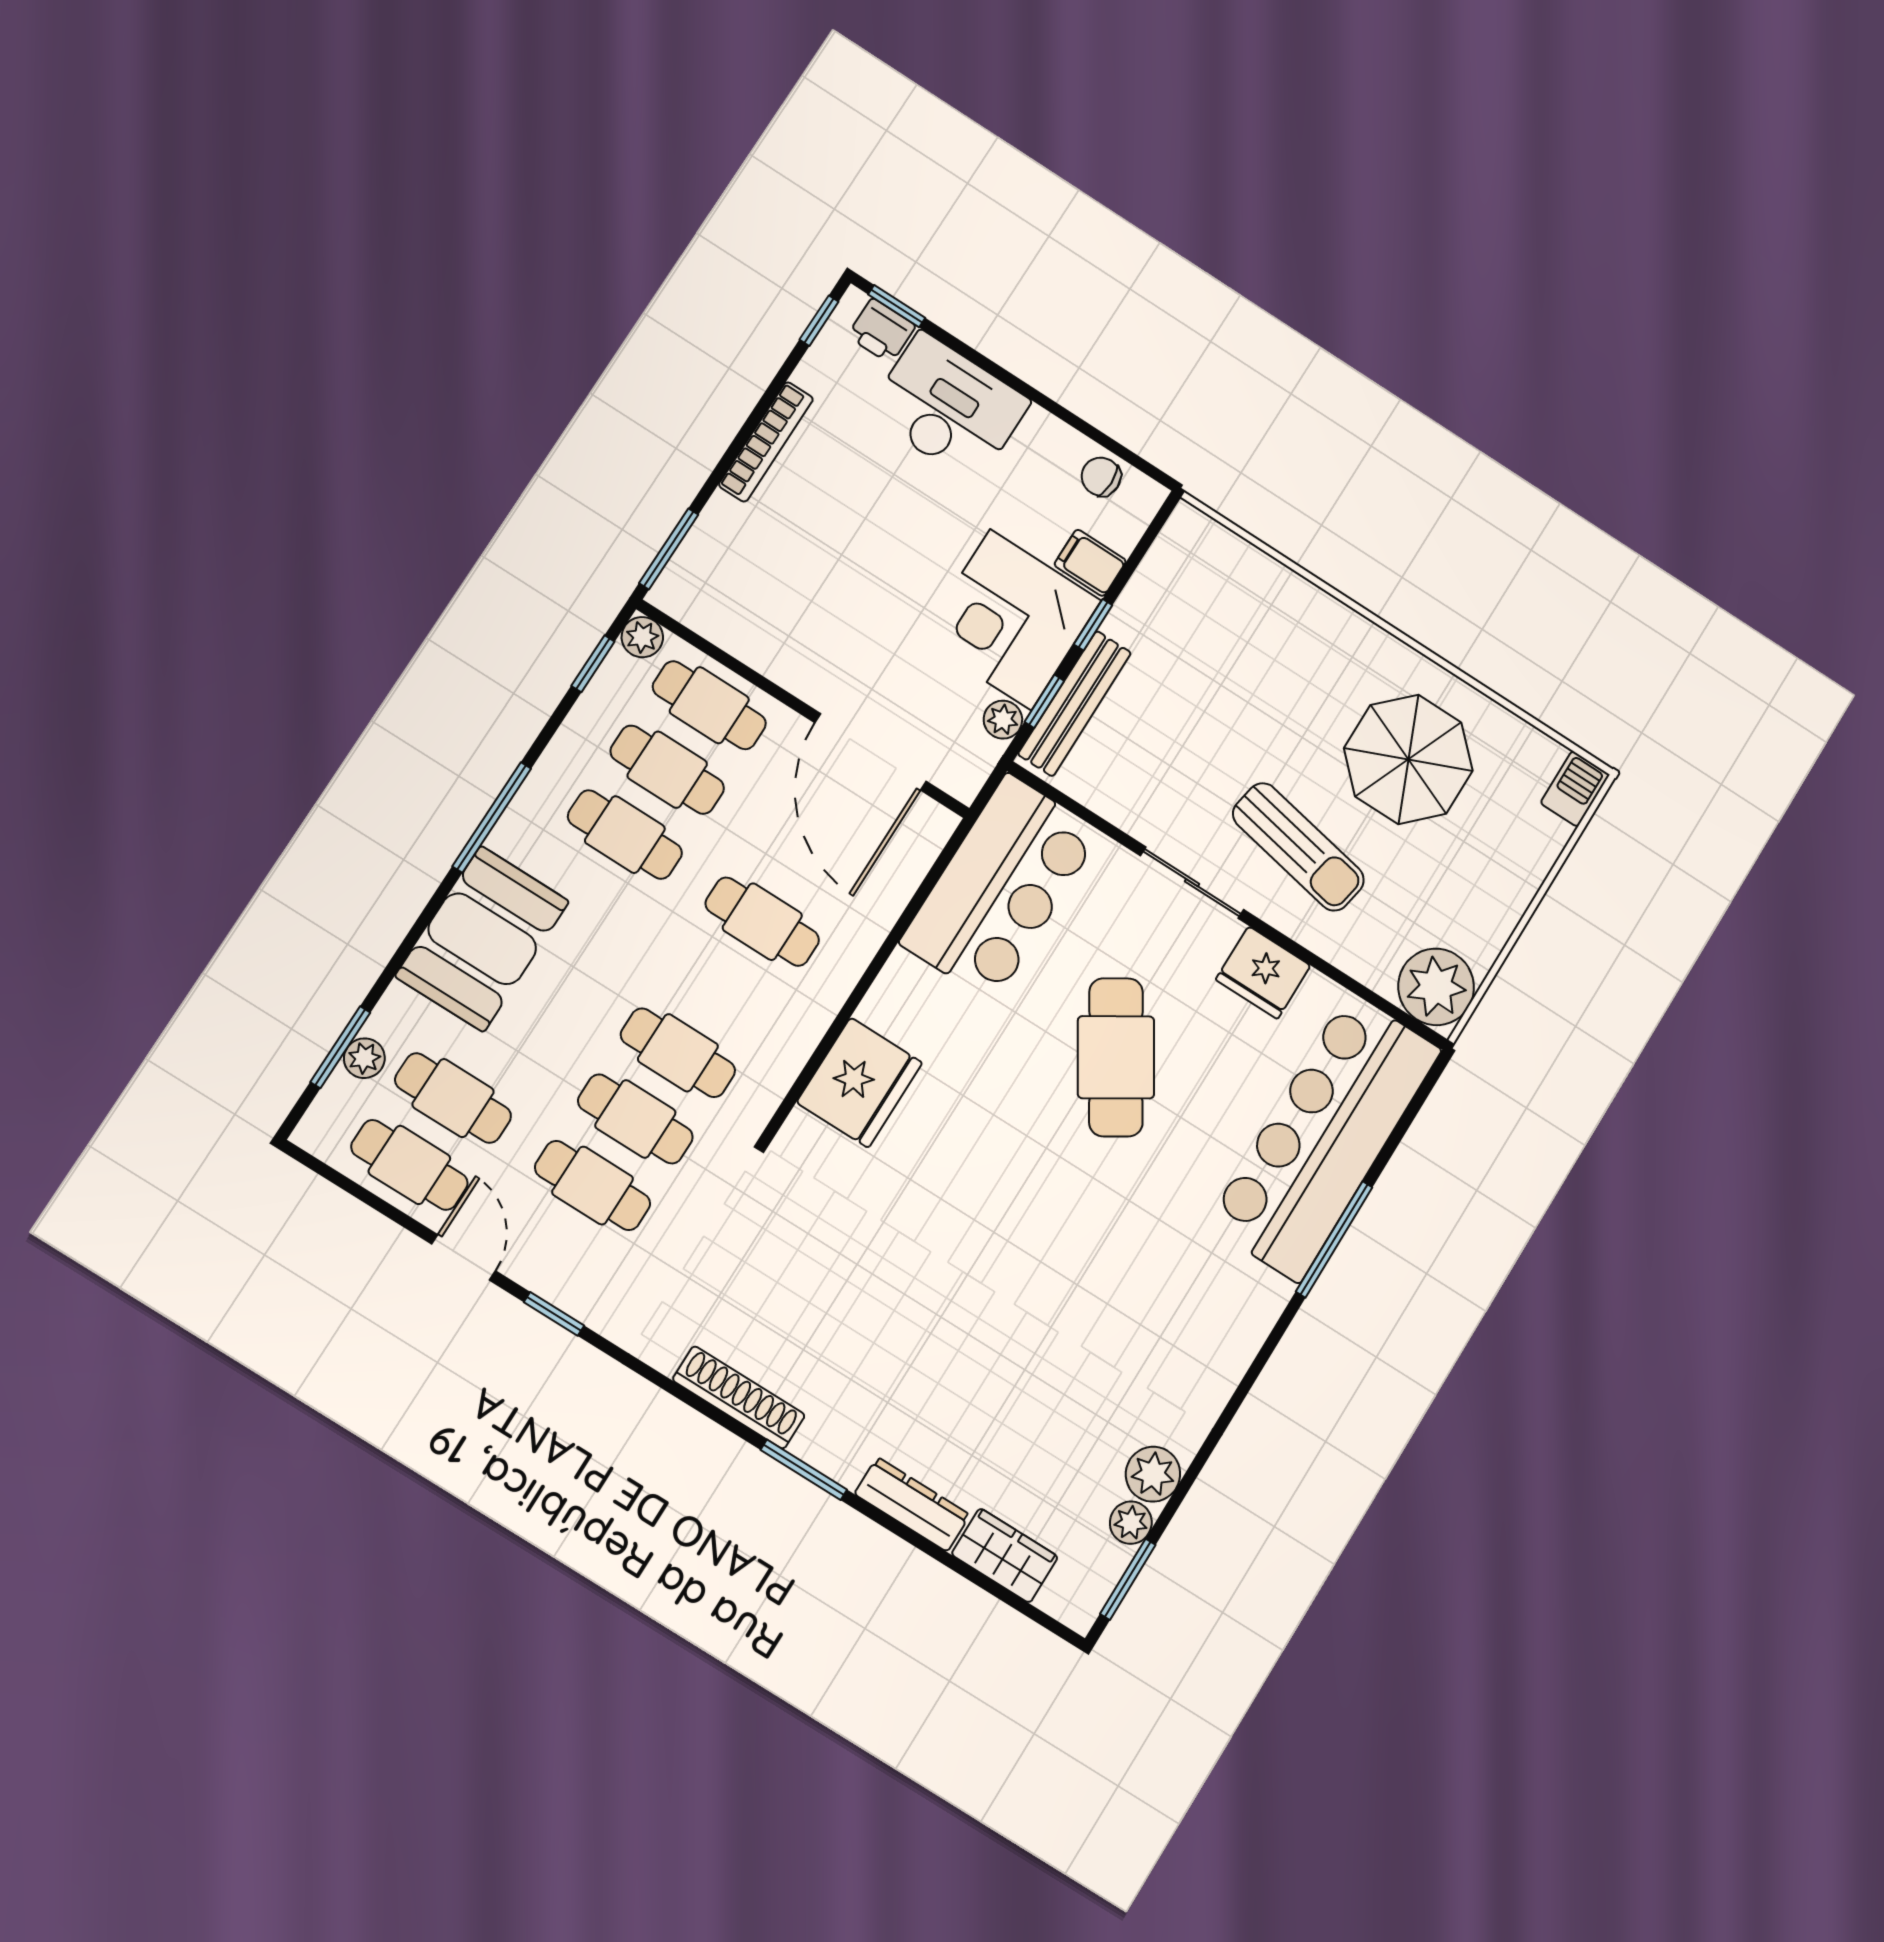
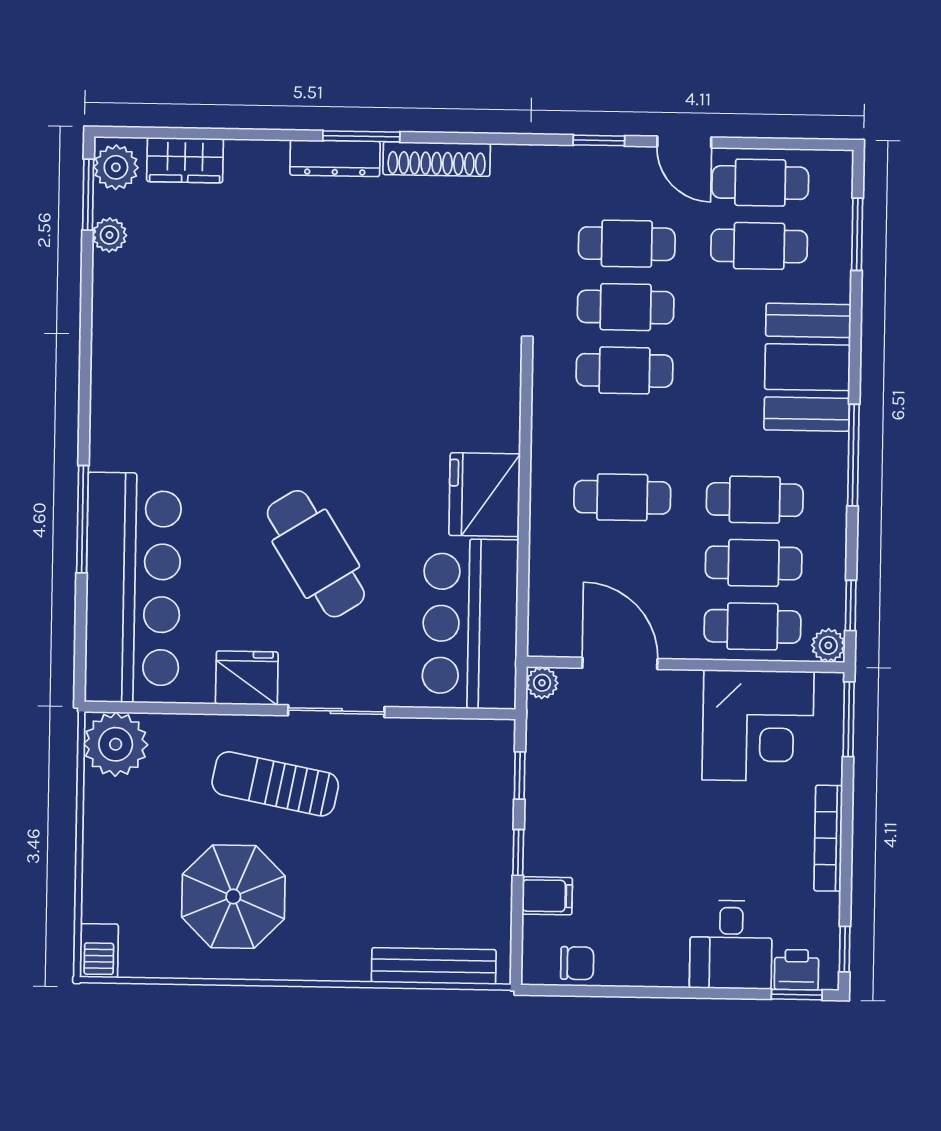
desk: (948, 408) -> (731, 945), width x0.73
corner desk: (1011, 620) -> (758, 726), moved, turned 90
bench: (1075, 704) -> (434, 966), moved, turned 90
plant: (1003, 720) -> (542, 683), moved
door: (871, 752) -> (620, 663), width x0.73
plant: (364, 1058) -> (836, 237), removed
fridge: (859, 1083) -> (485, 495), moved
plant: (1153, 1474) -> (116, 167), moved
dresser: (912, 1504) -> (335, 158), moved

